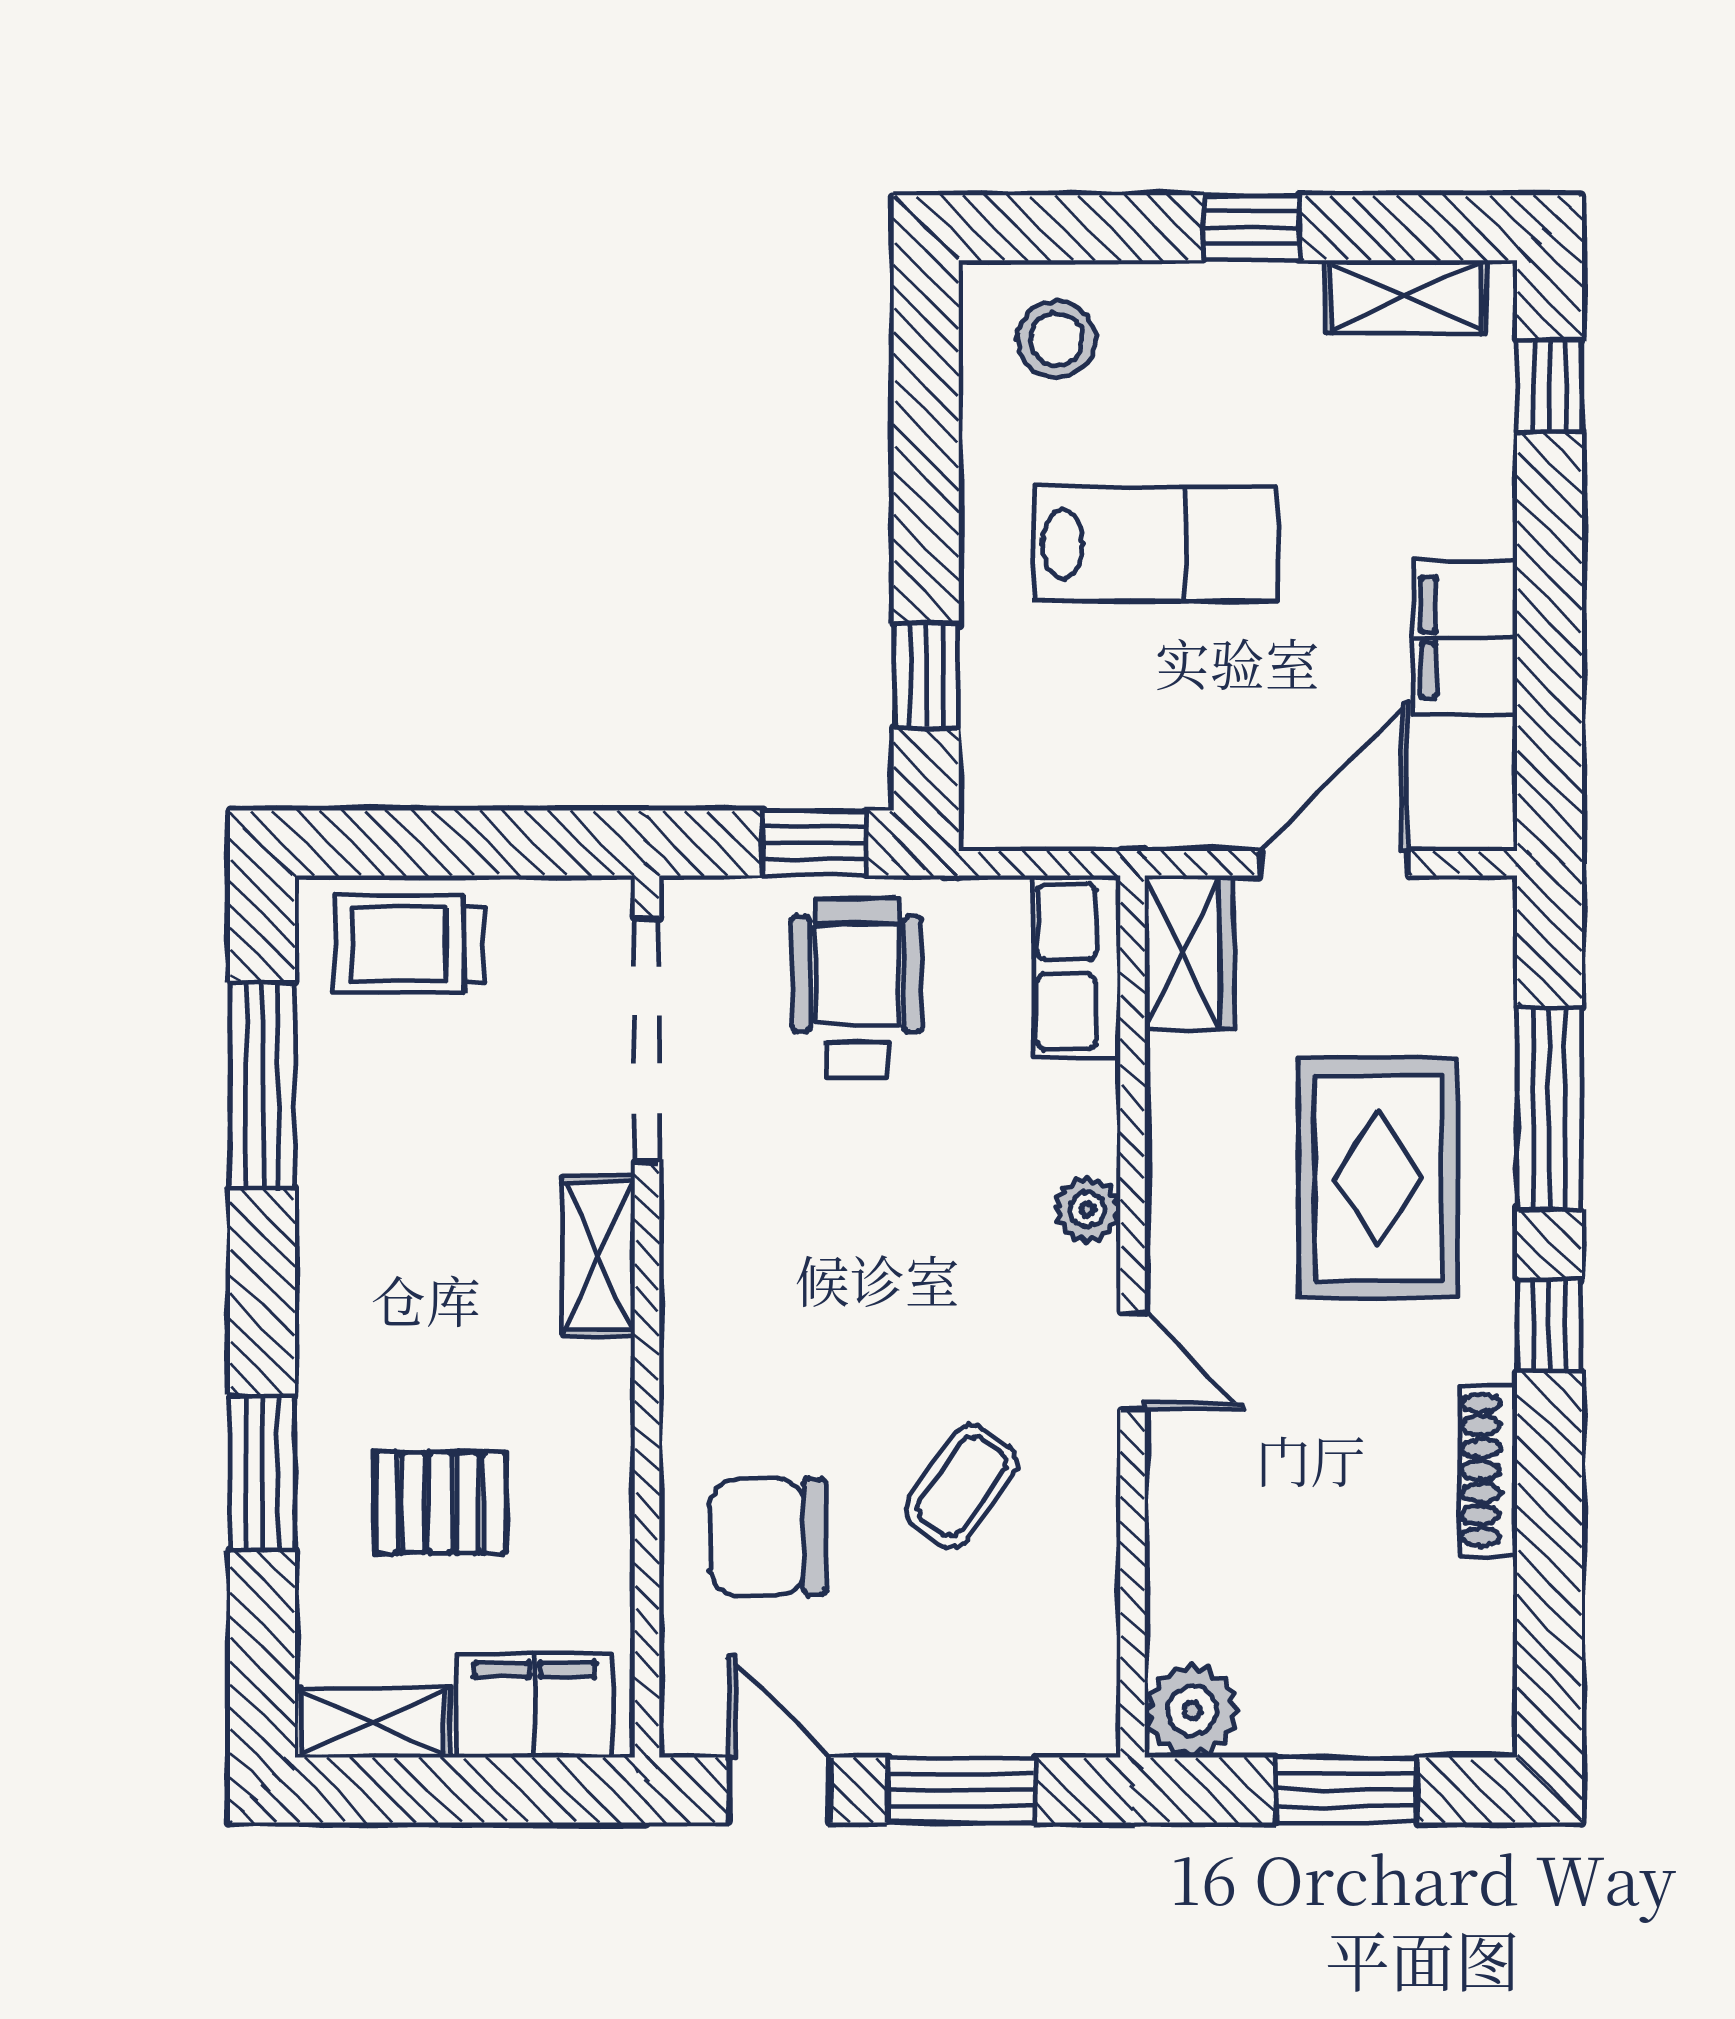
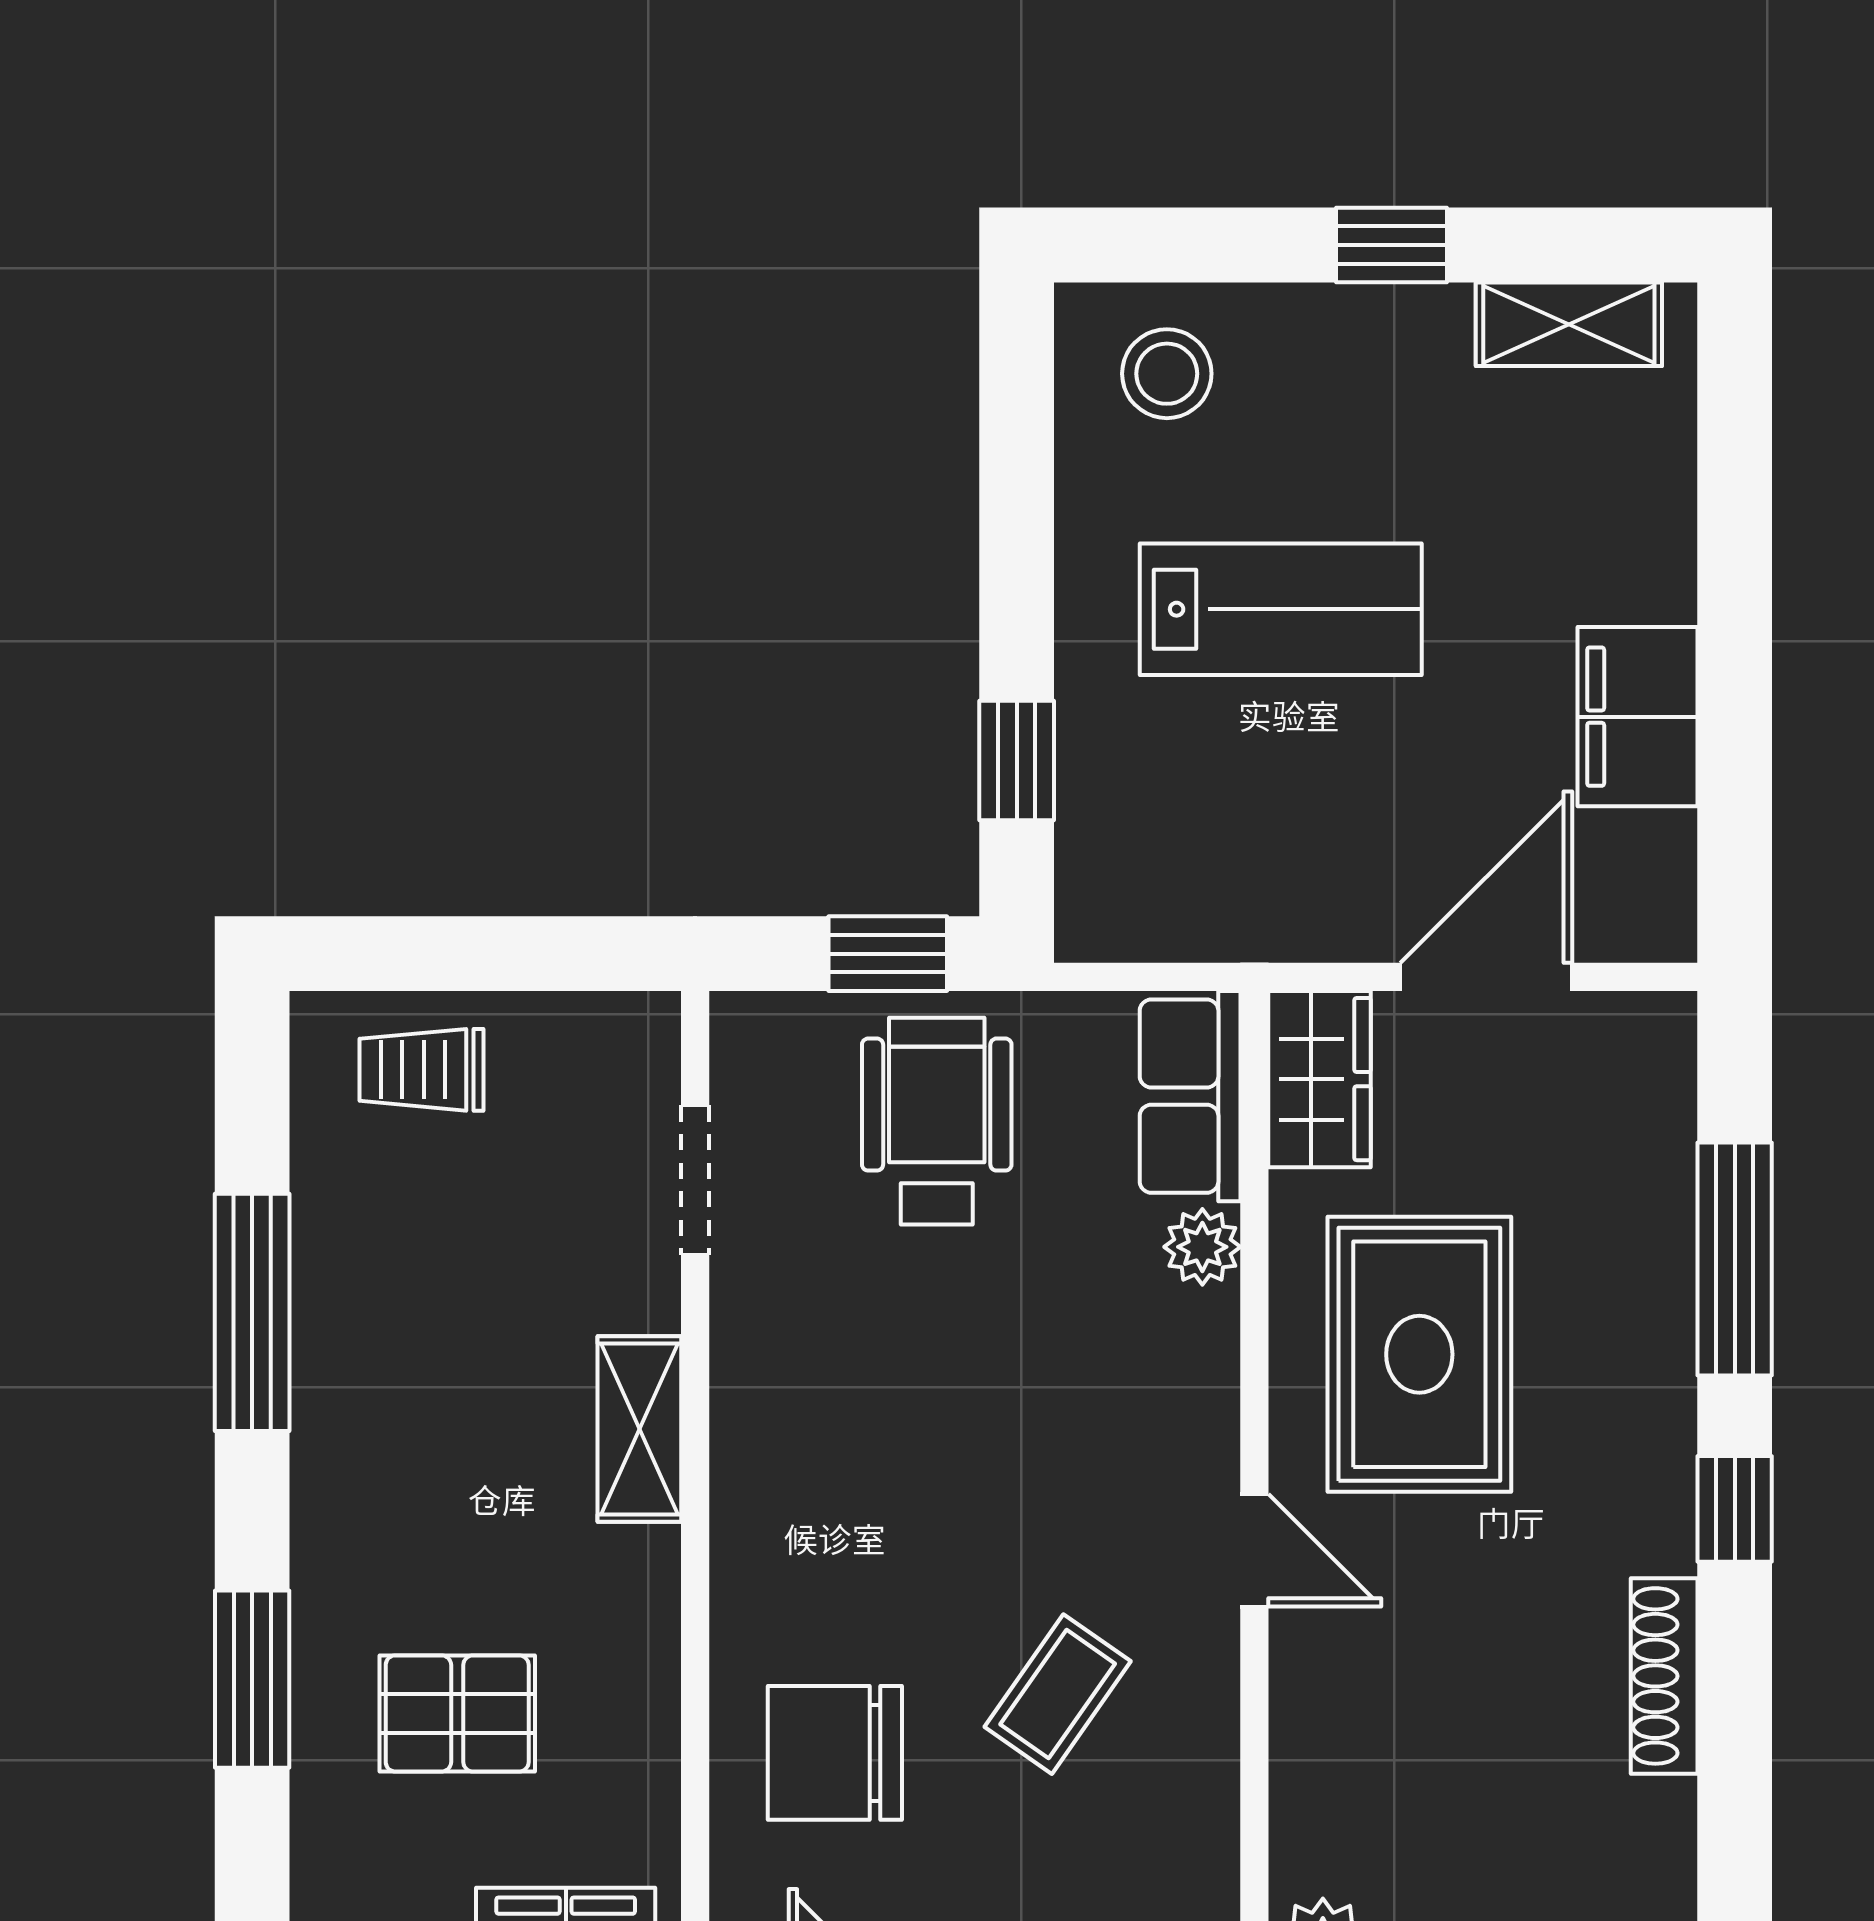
window: (1549, 386) -> (1735, 427), removed
trolley: (409, 944) -> (422, 1070), width x0.73, depth x0.72
doorway: (647, 1040) -> (695, 1180), width x0.53
window: (262, 1086) -> (252, 1312), moved
rug: (1378, 1178) -> (1419, 1354), moved
plant: (1087, 1209) -> (1202, 1247), moved

